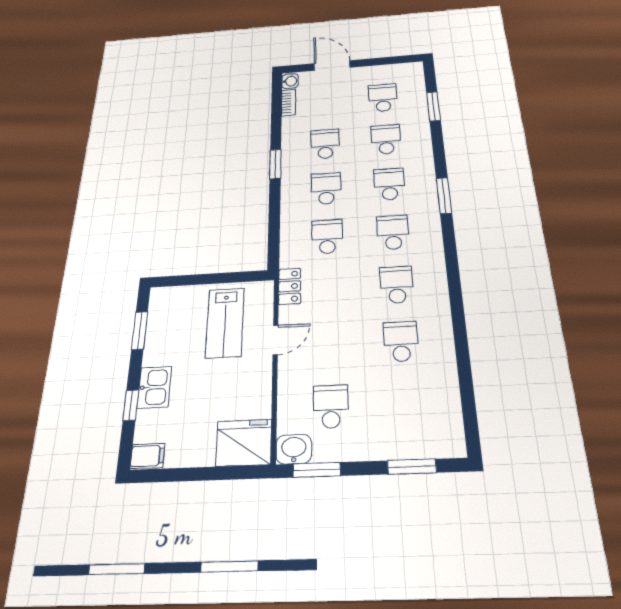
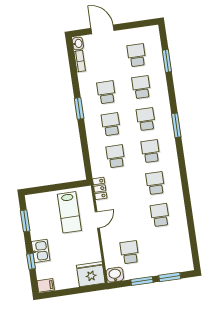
window: (317, 470) -> (142, 281), moved

